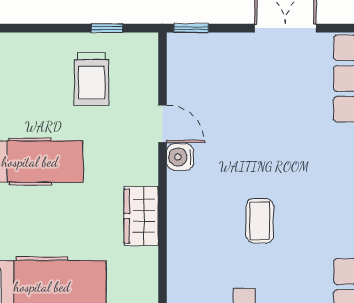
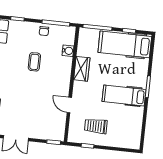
trolley: (92, 79) -> (96, 126), turned -90
water cooler: (180, 157) -> (68, 51), moved

